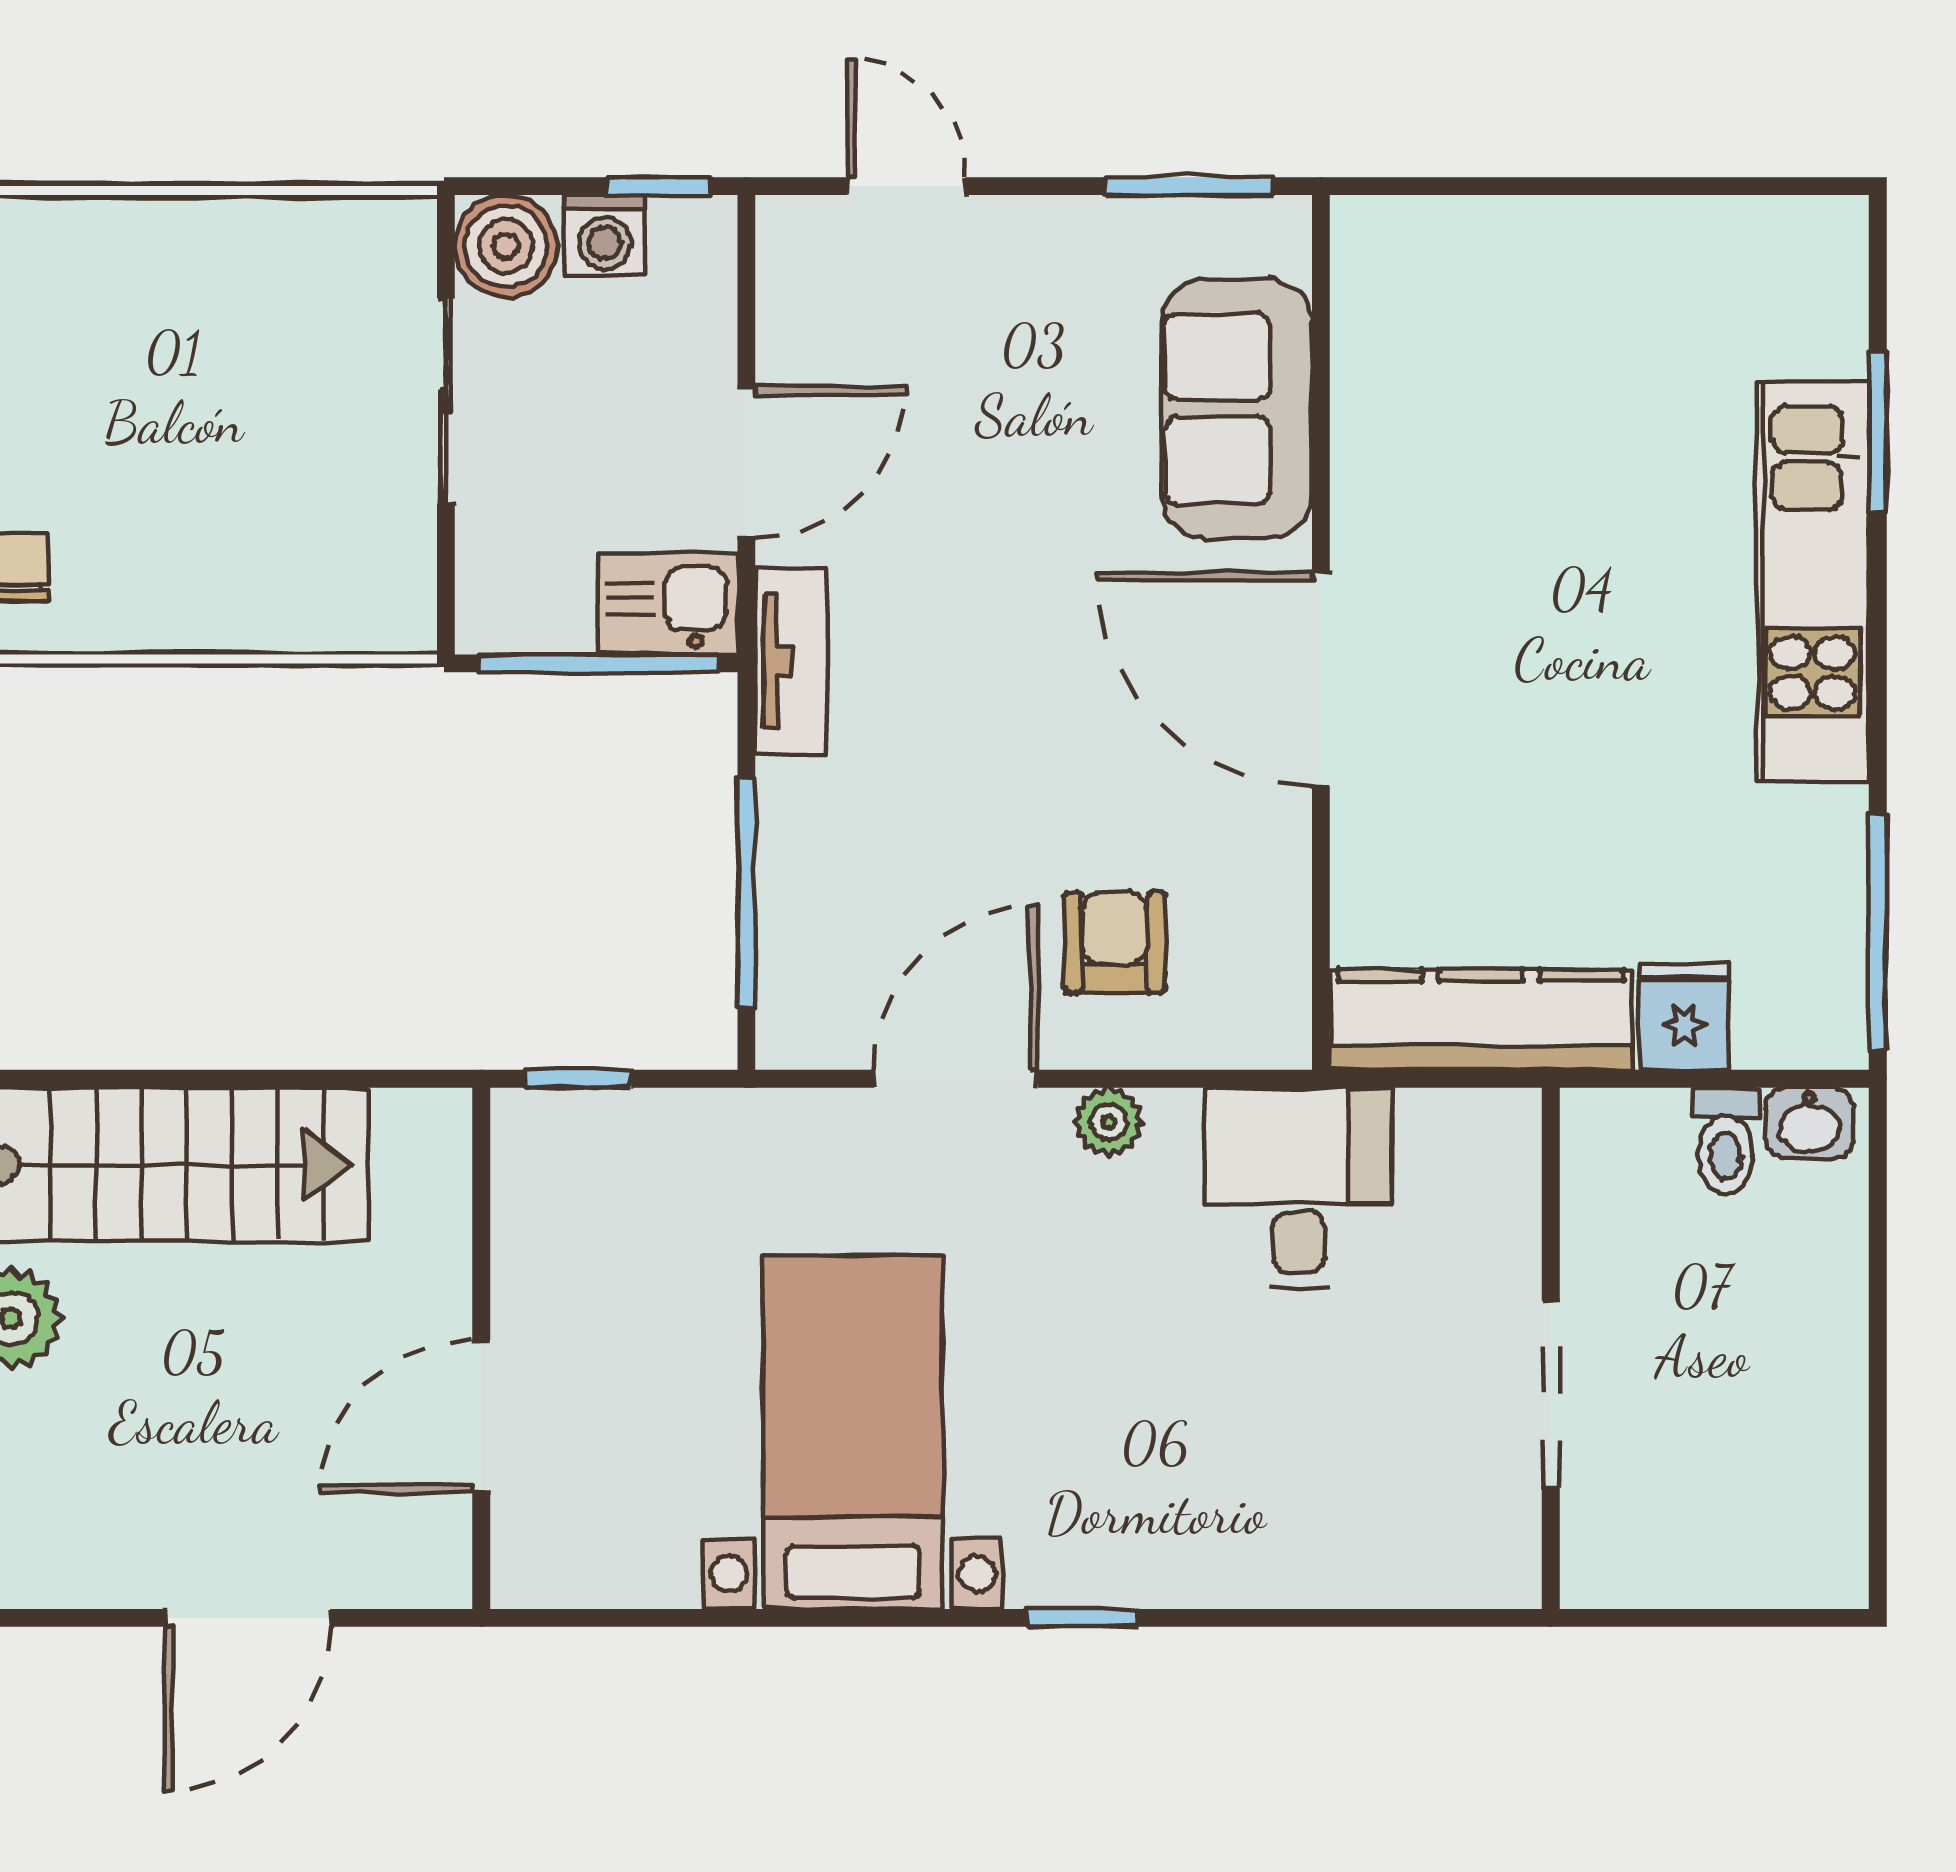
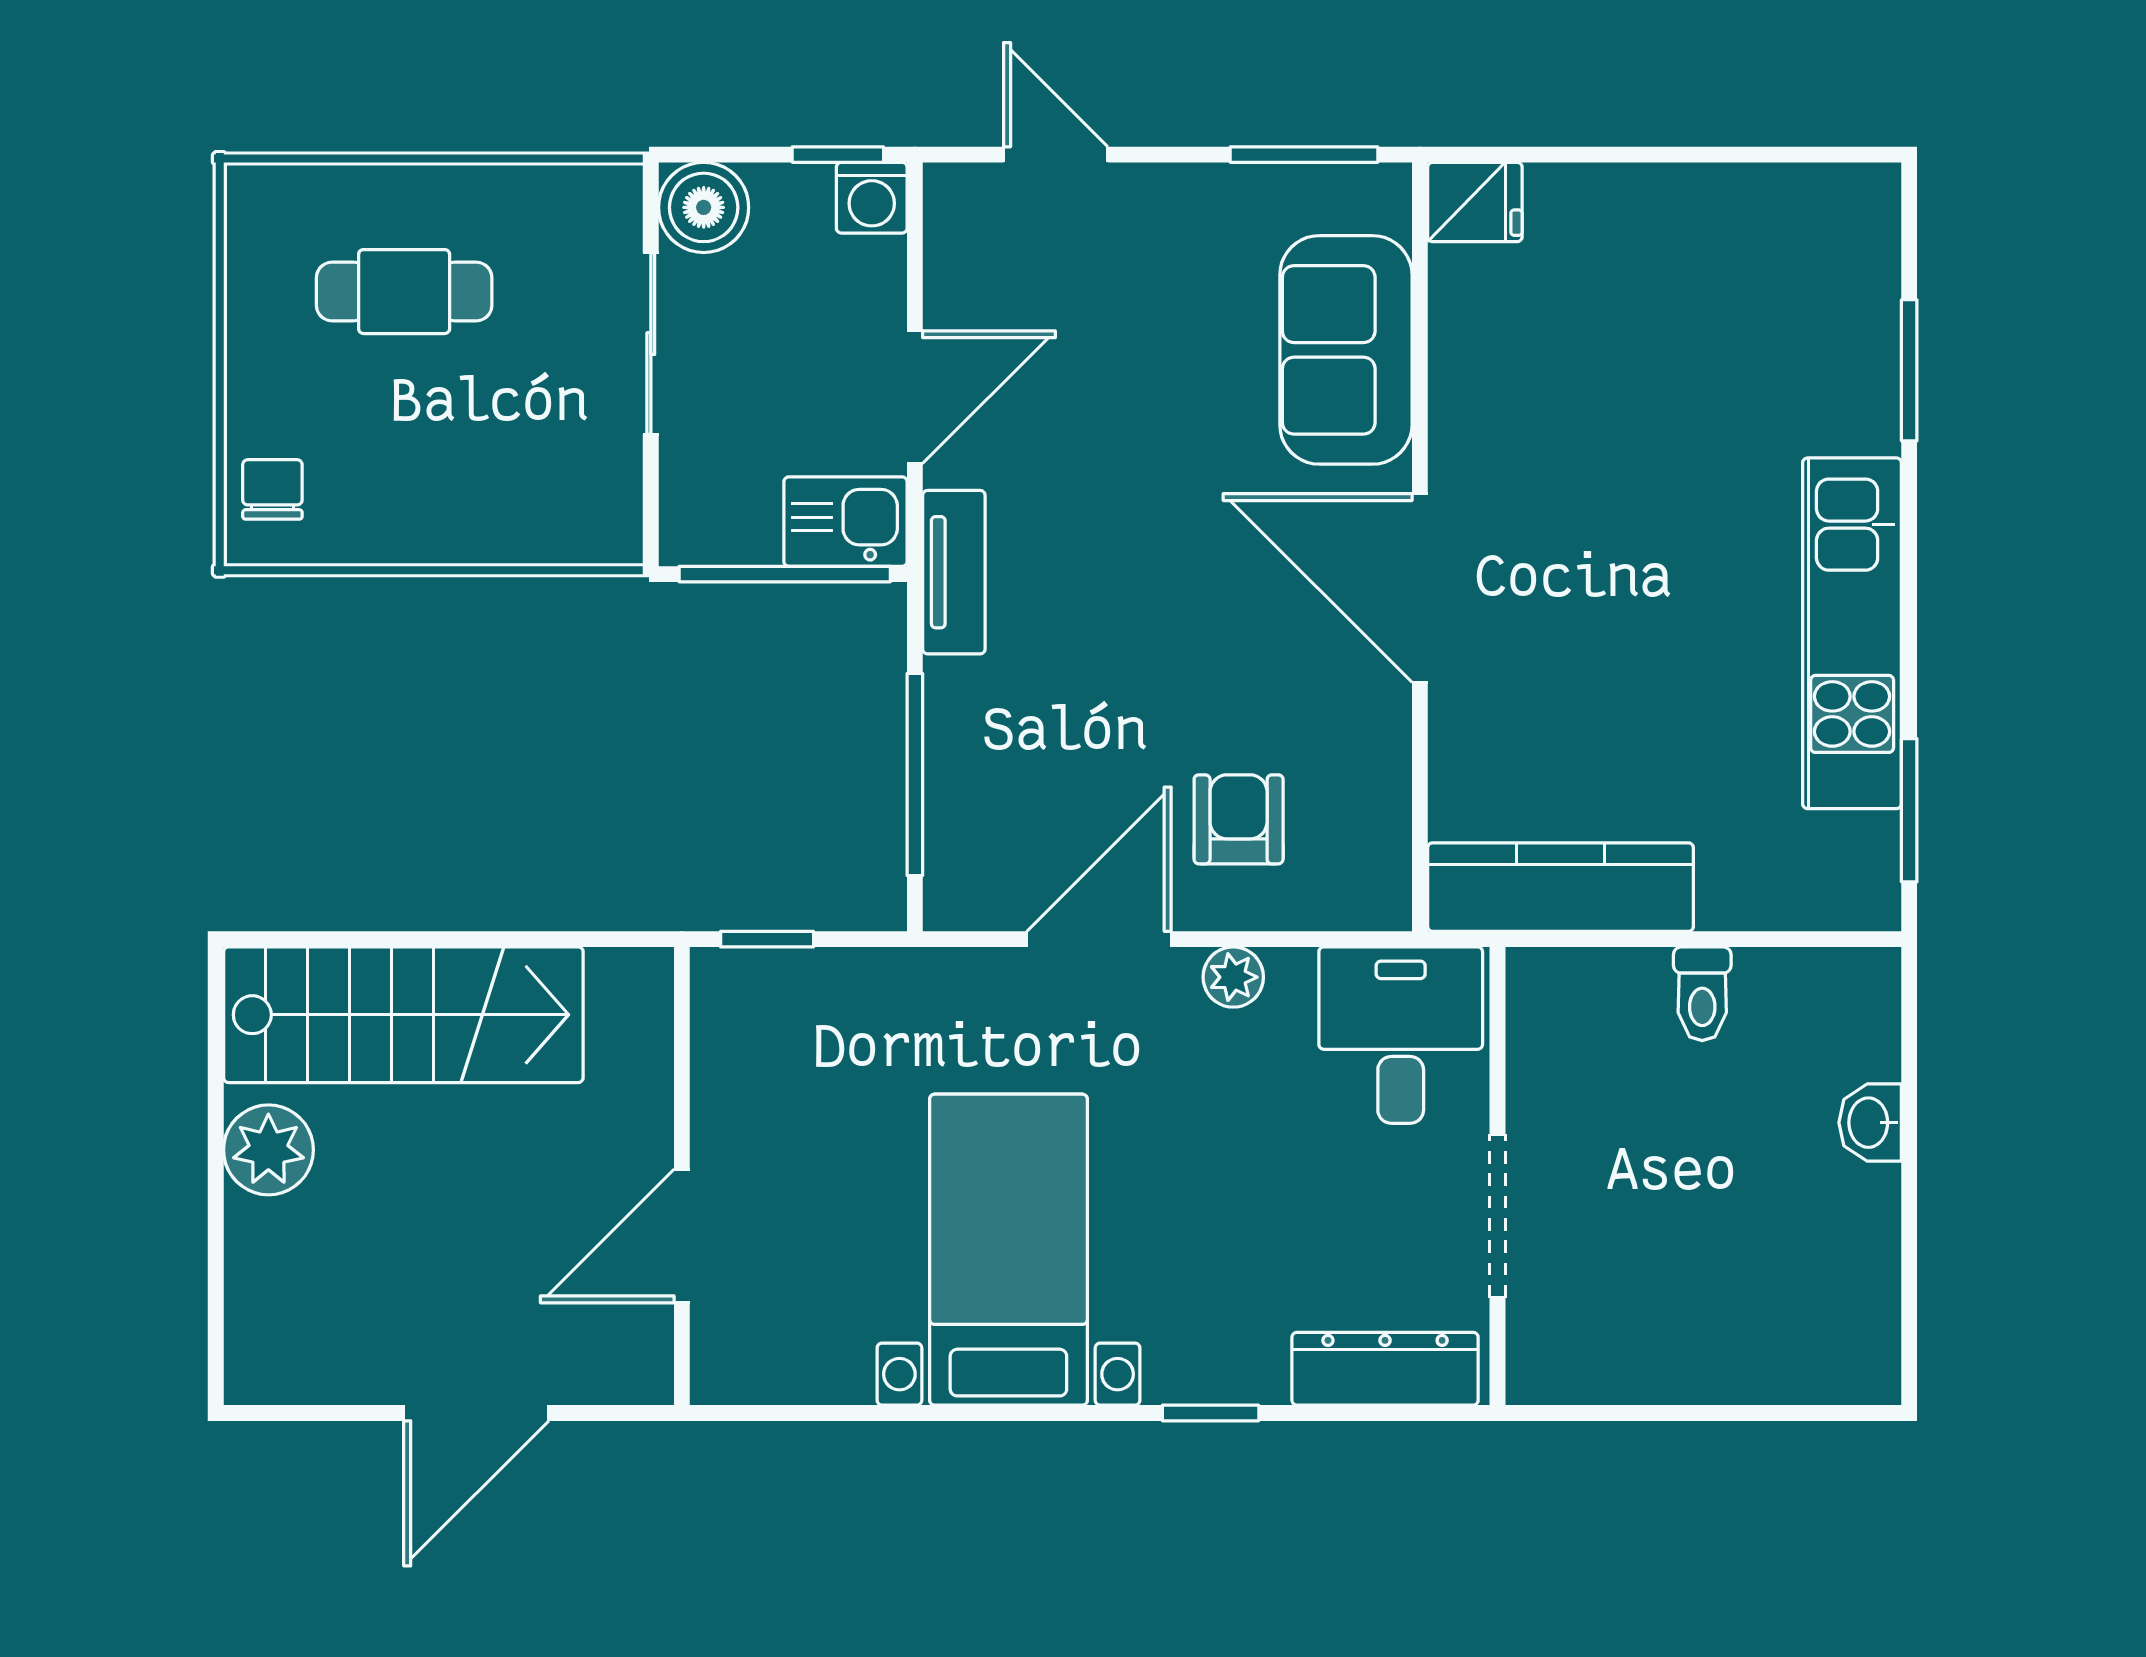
washing machine: (605, 235) -> (872, 198), moved
cafe table: (165, 342) -> (404, 292), added
kitchen unit: (1813, 581) -> (1852, 633), moved
window: (1878, 932) -> (1909, 810), width x0.69
fridge: (1684, 1016) -> (1475, 202), moved, turned 90
washbasin: (1809, 1123) -> (1870, 1123), moved, turned 90
toilet: (1725, 1141) -> (1702, 994), moved
wall: (1551, 1348) -> (1497, 1176), moved
doorway: (1551, 1394) -> (1497, 1216), moved
dresser: (1281, 1568) -> (1385, 1369), added

